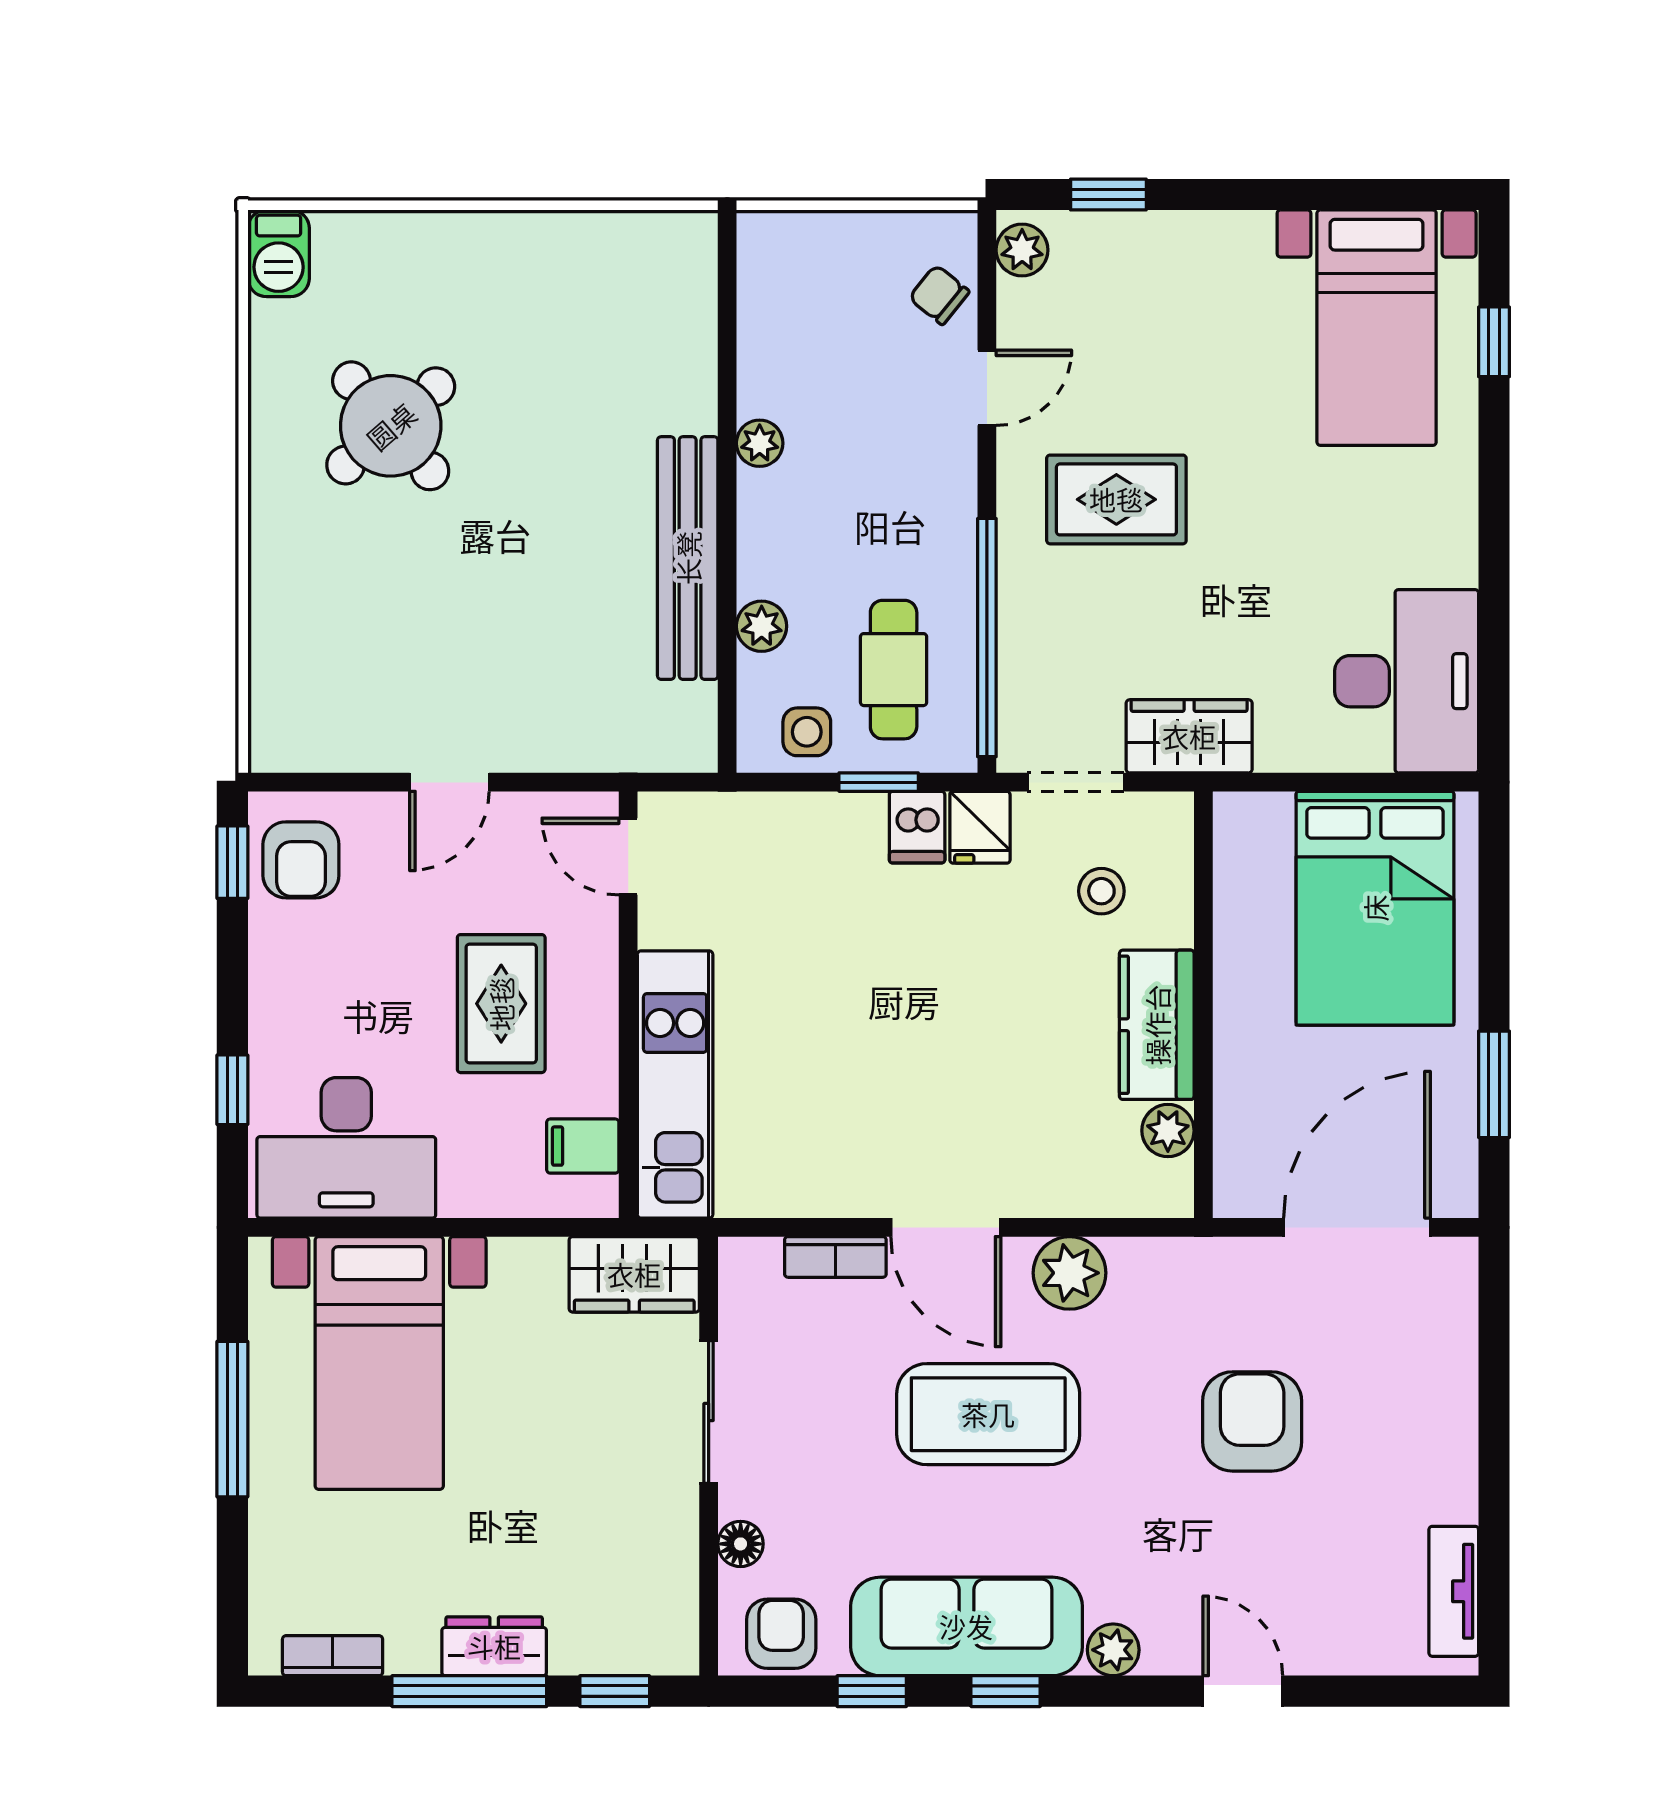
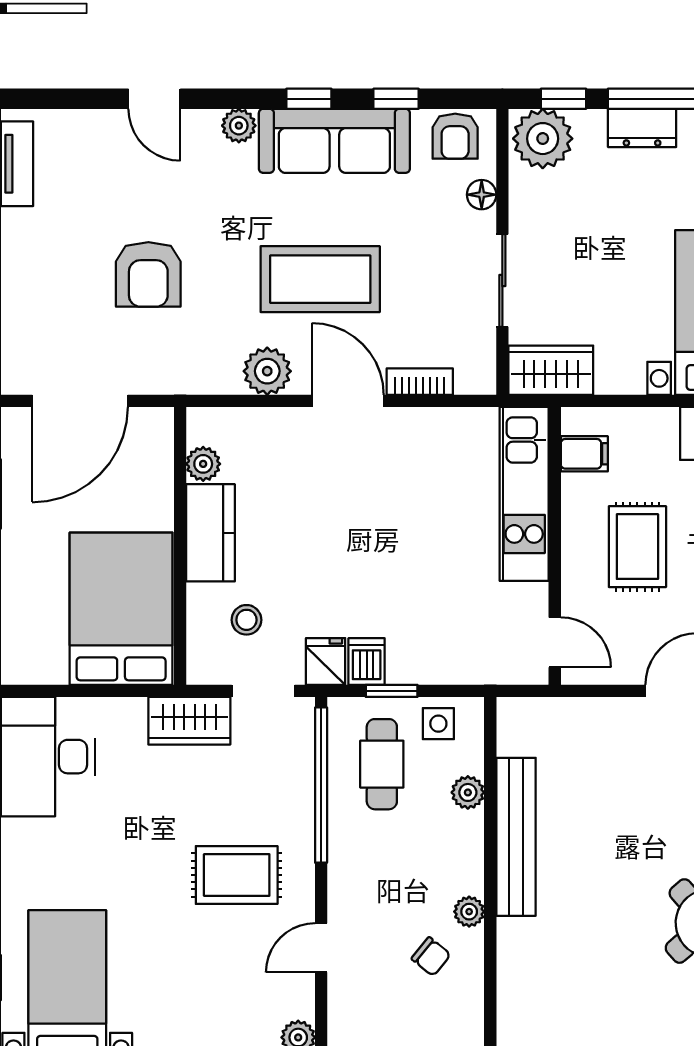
chair: (939, 295) -> (431, 957), moved
bed: (1375, 908) -> (121, 609), moved
plant: (647, 1630) -> (543, 139), added

